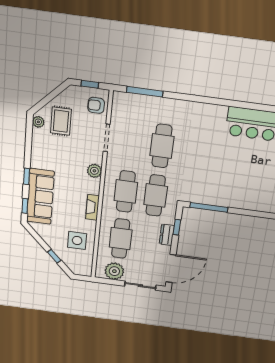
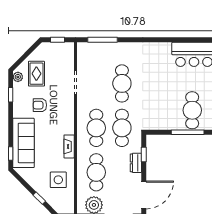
armchair: (96, 105) -> (40, 105), moved
plant: (94, 171) -> (68, 113), removed
window: (27, 176) -> (11, 95), moved
cafe table: (240, 187) -> (192, 110), added
window: (209, 207) -> (188, 132), moved

